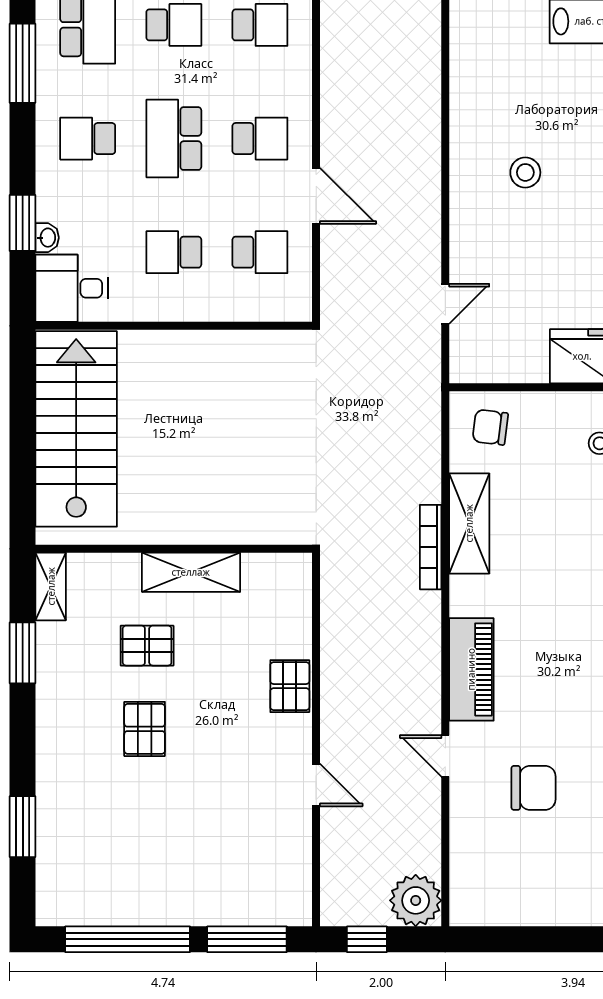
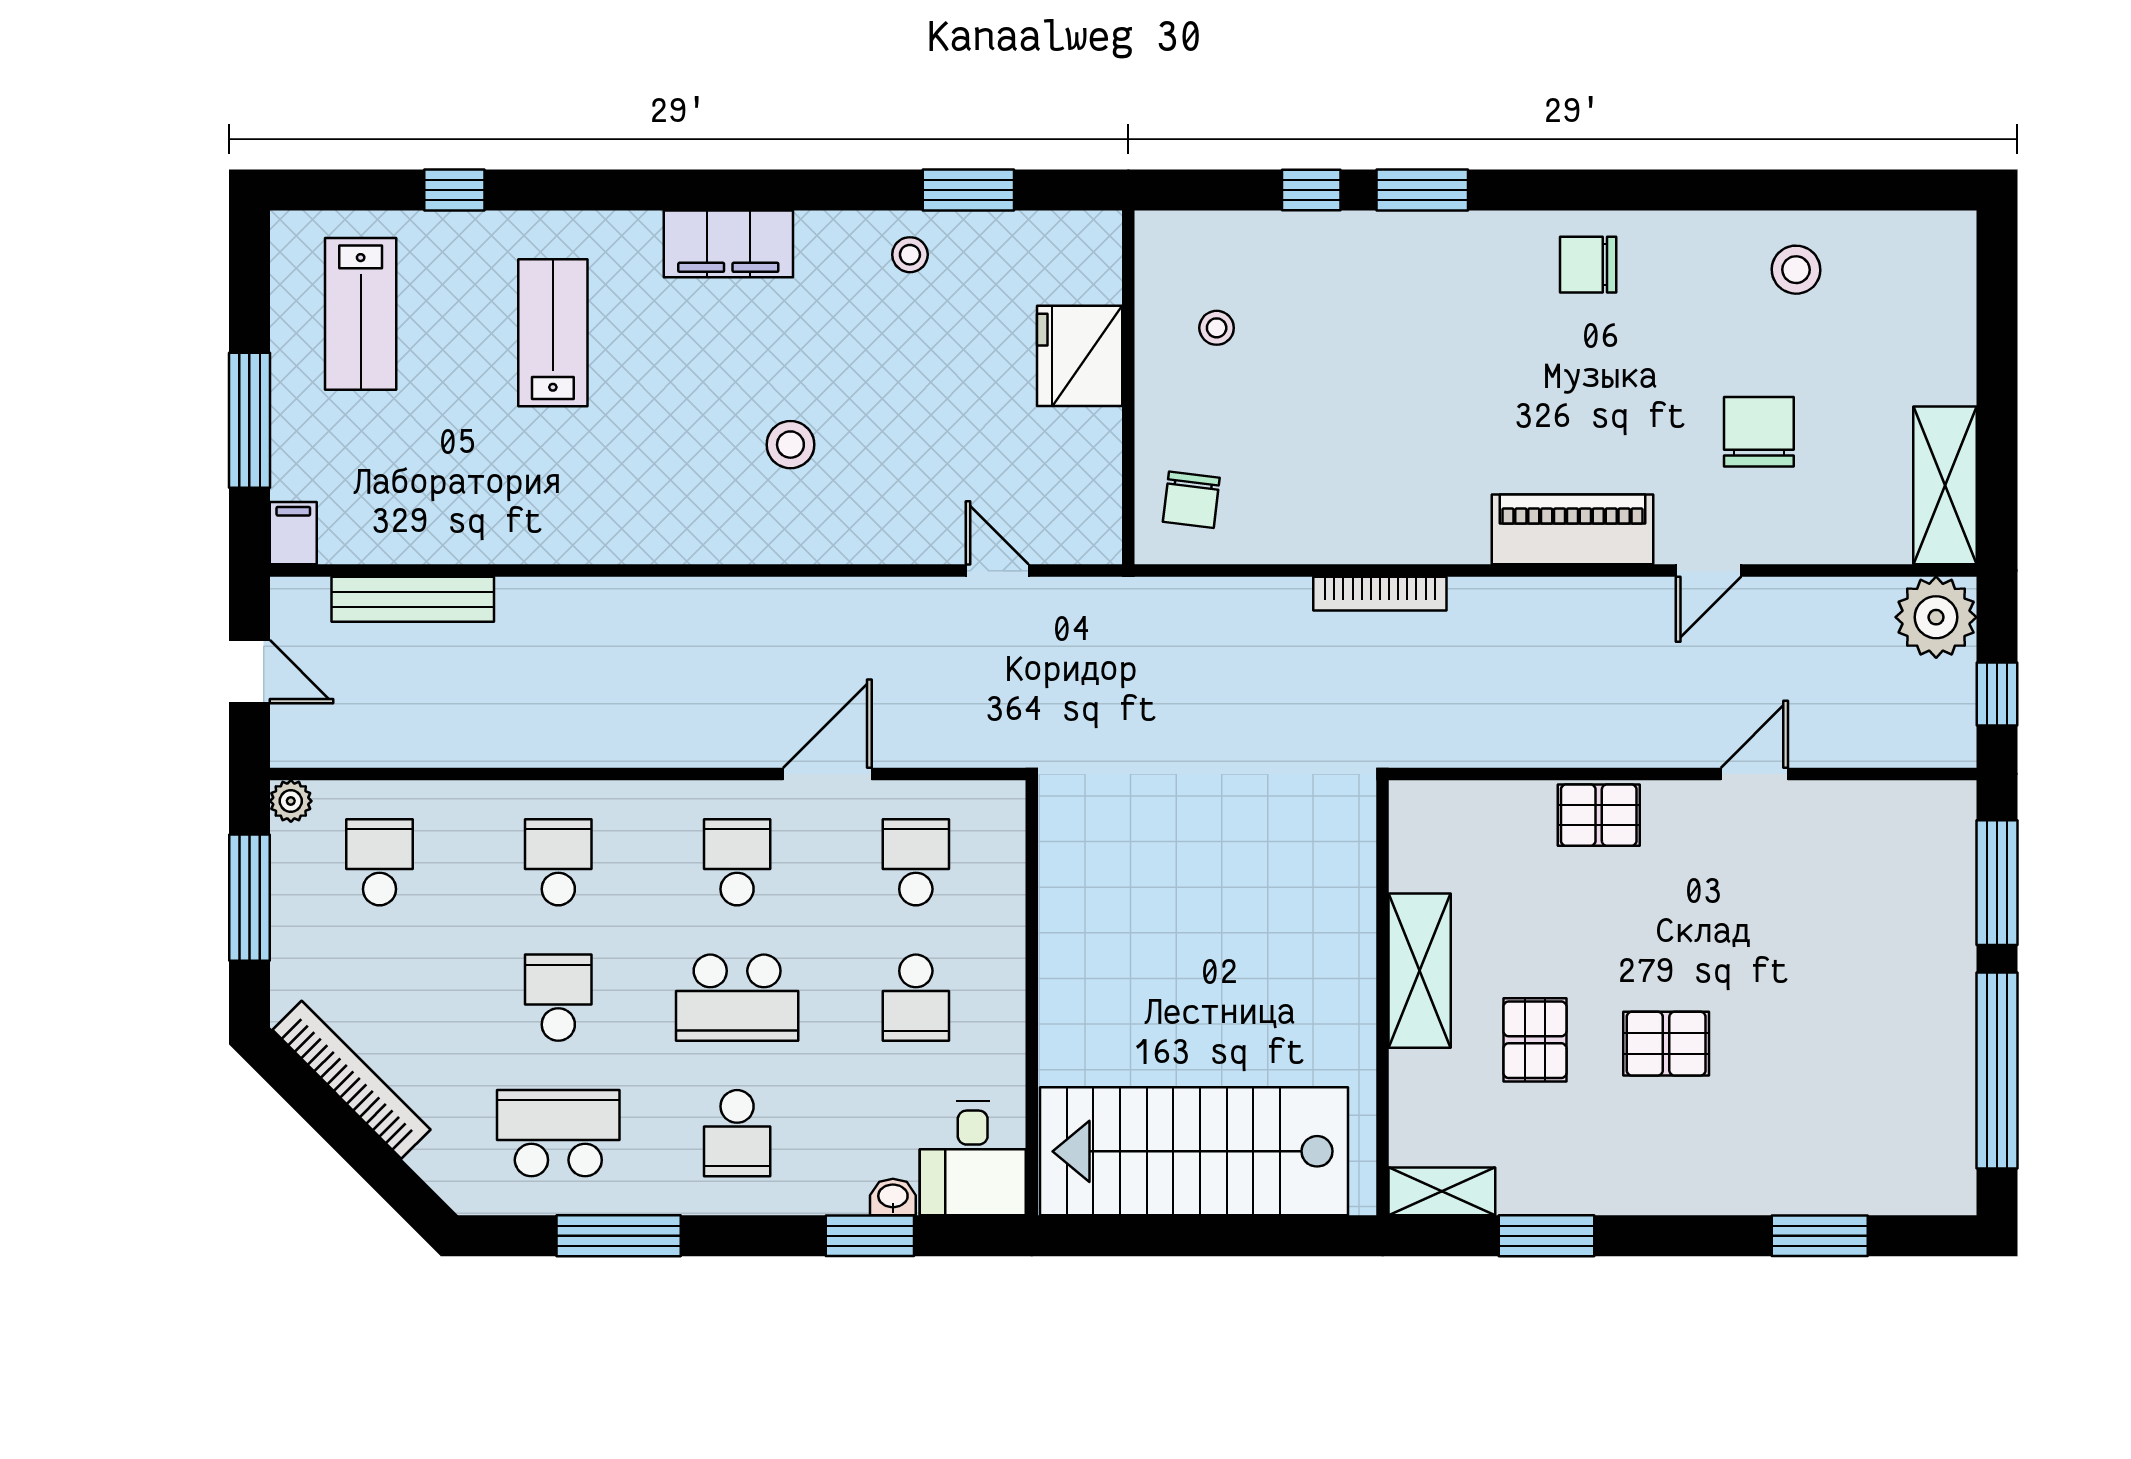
shelving: (469, 523) -> (1945, 485), moved, turned 90

